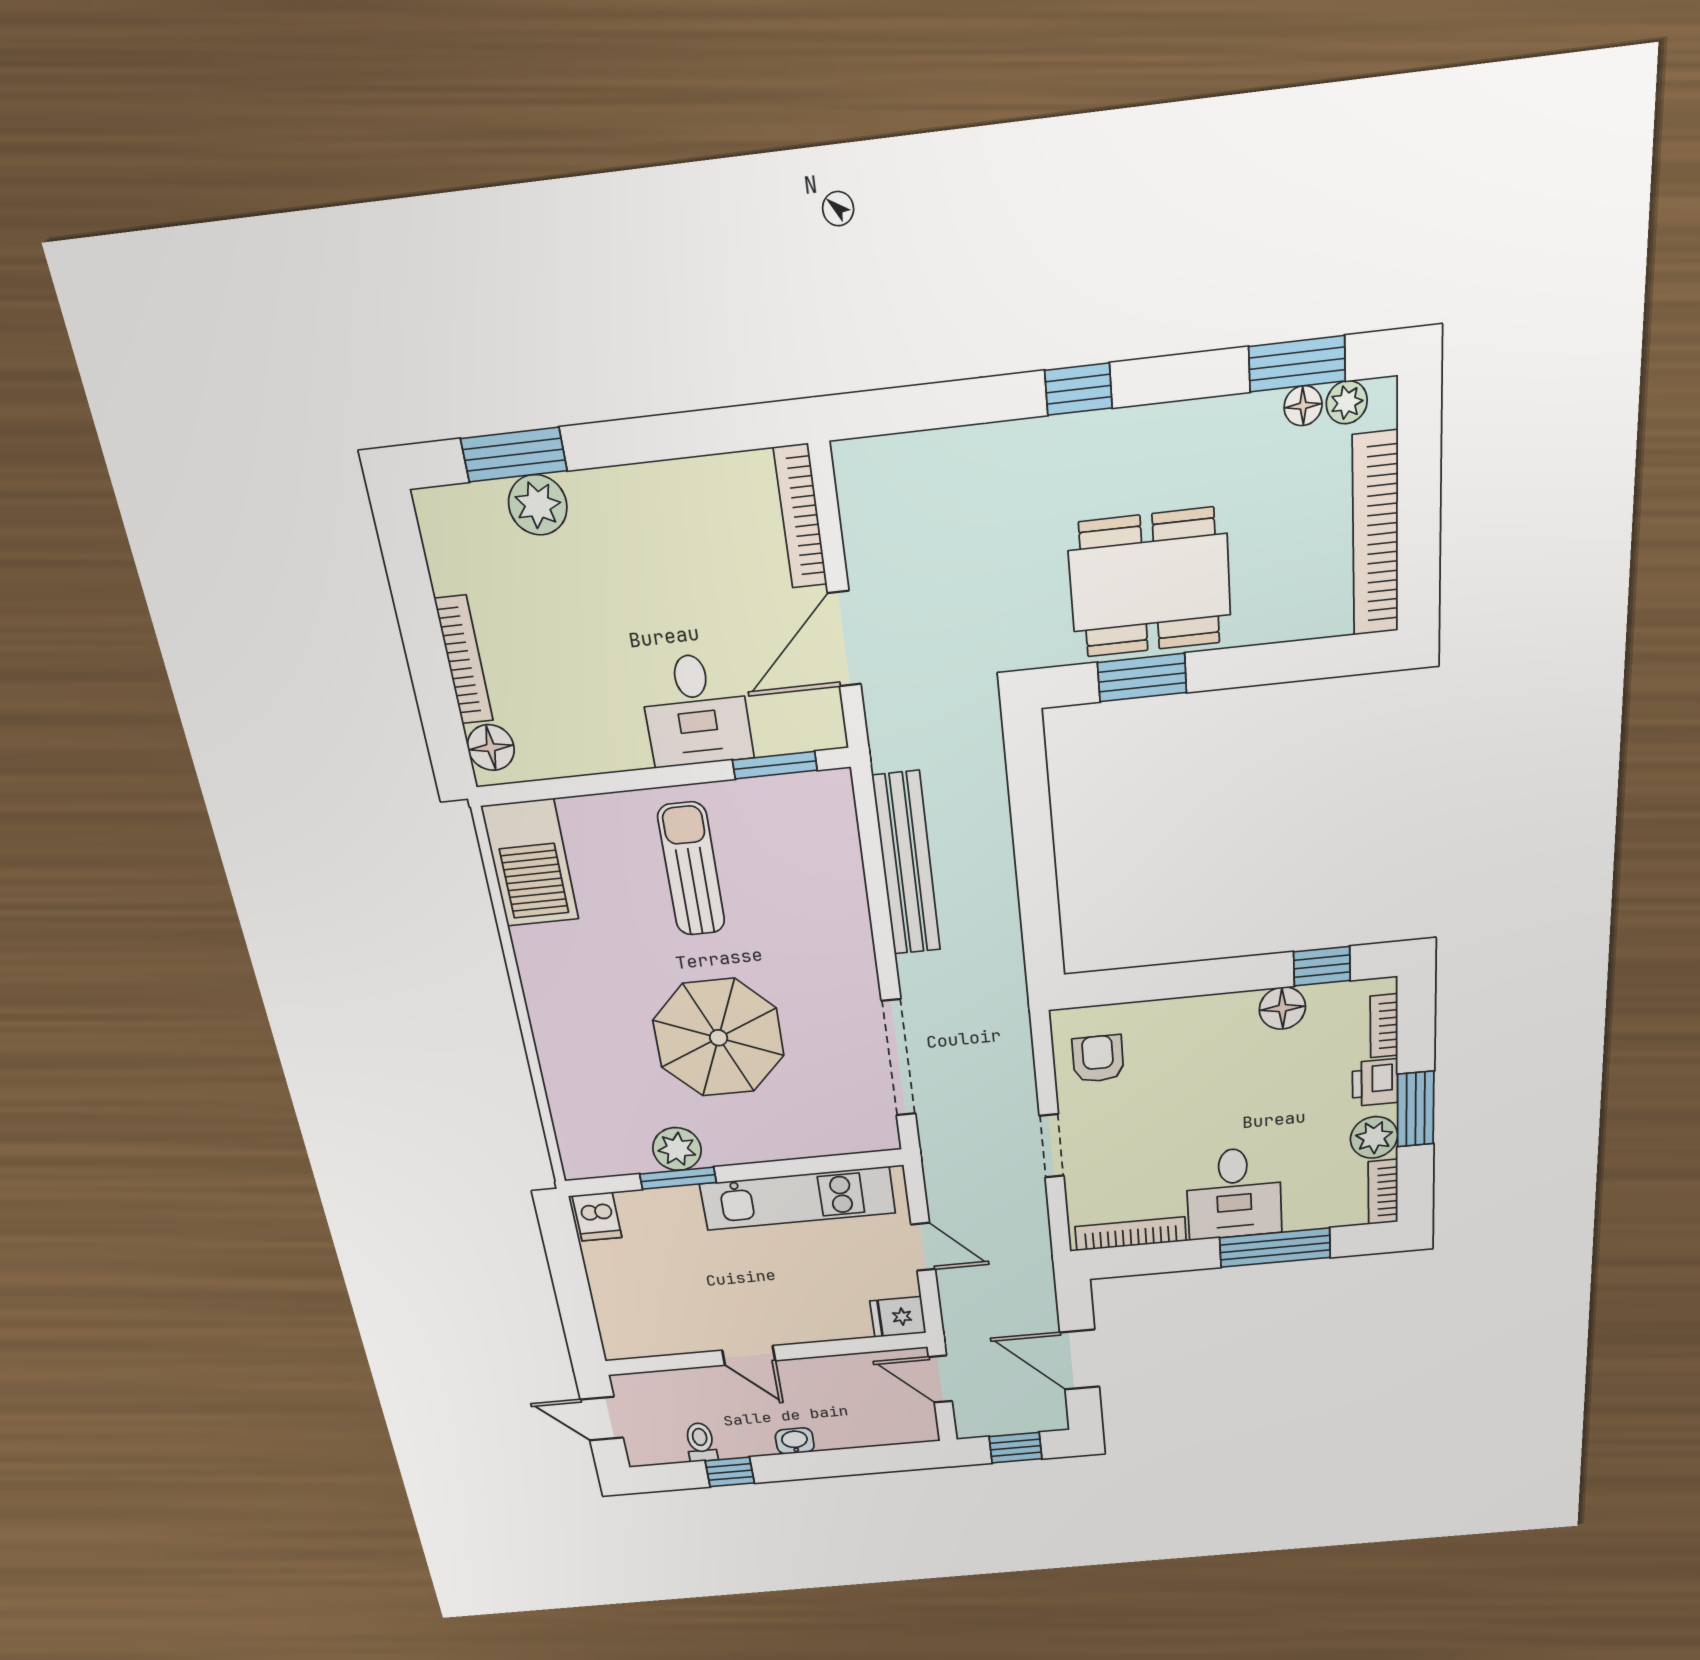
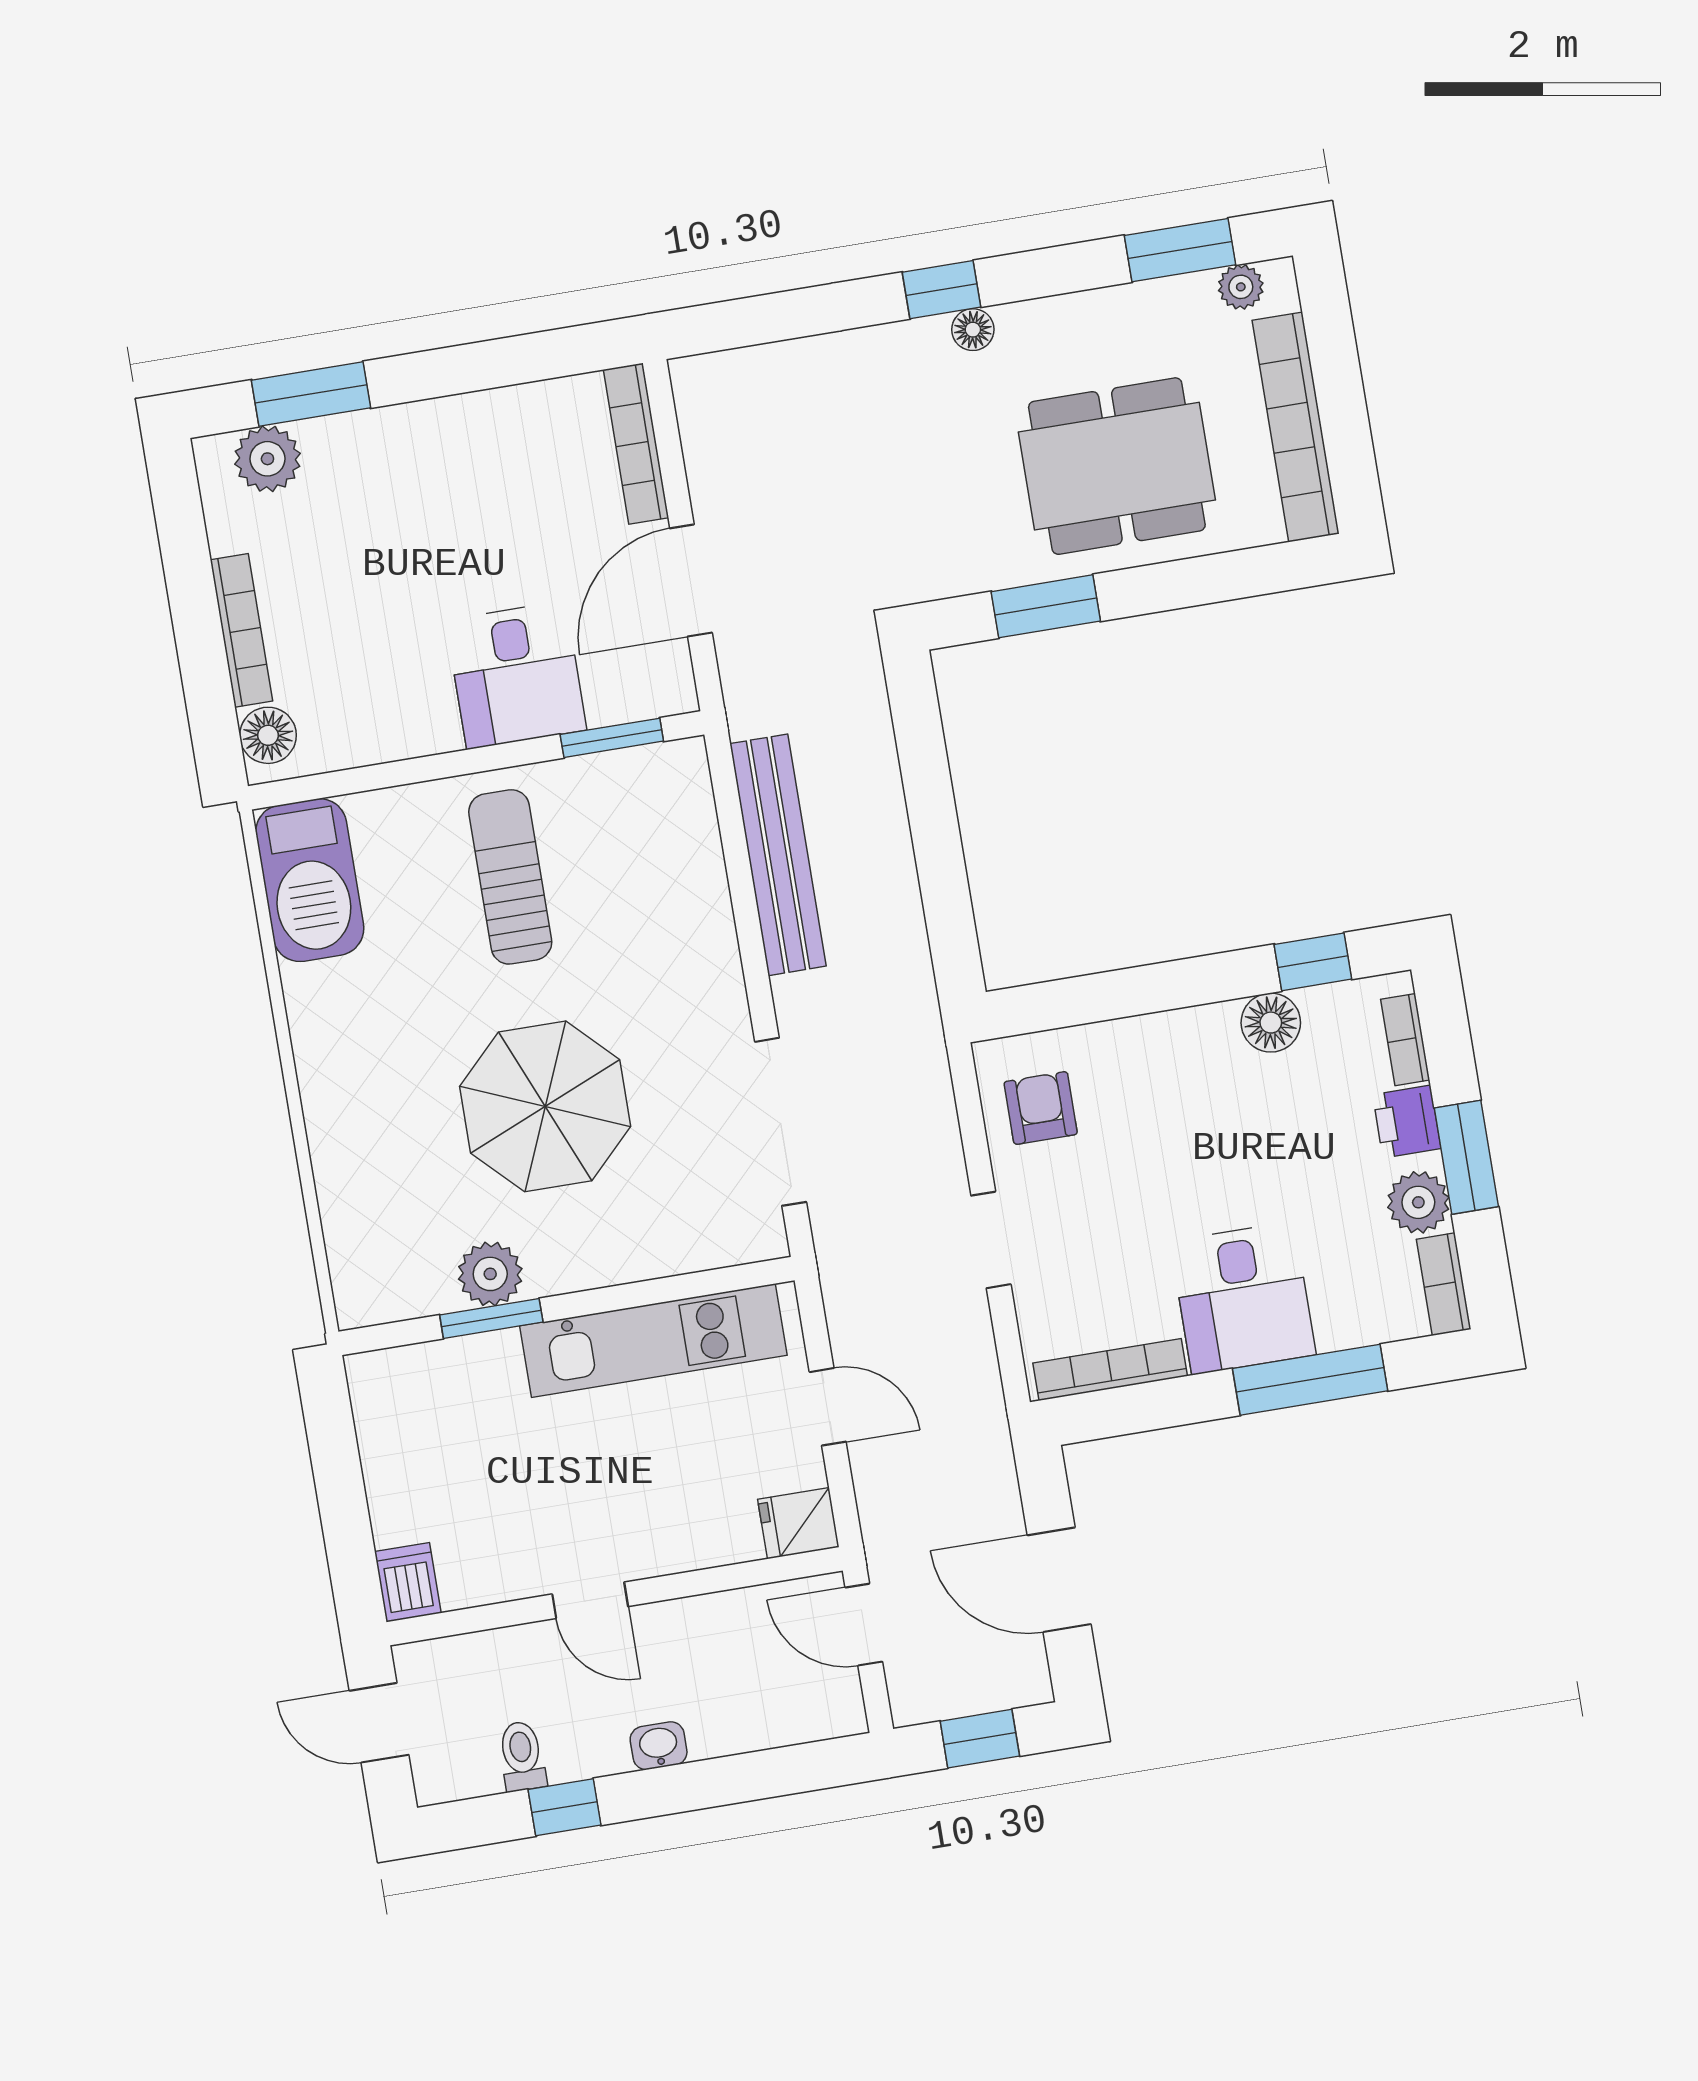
floor lamp: (1303, 406) -> (973, 330), moved
plant: (538, 505) -> (267, 459), moved
dining table: (1150, 583) -> (1117, 466), moved
dishwasher: (597, 1217) -> (408, 1582), moved, turned 180

